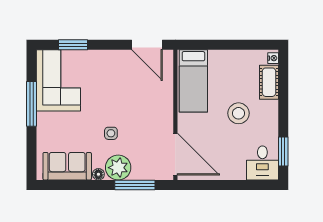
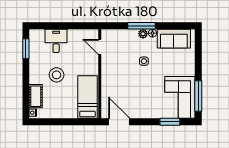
window: (31, 104) -> (198, 96), moved
door: (175, 154) -> (100, 47), width x0.53
desk: (262, 163) -> (56, 41), moved
plant: (118, 168) -> (143, 34), width x0.53, depth x0.53
window: (135, 185) -> (141, 26), moved

